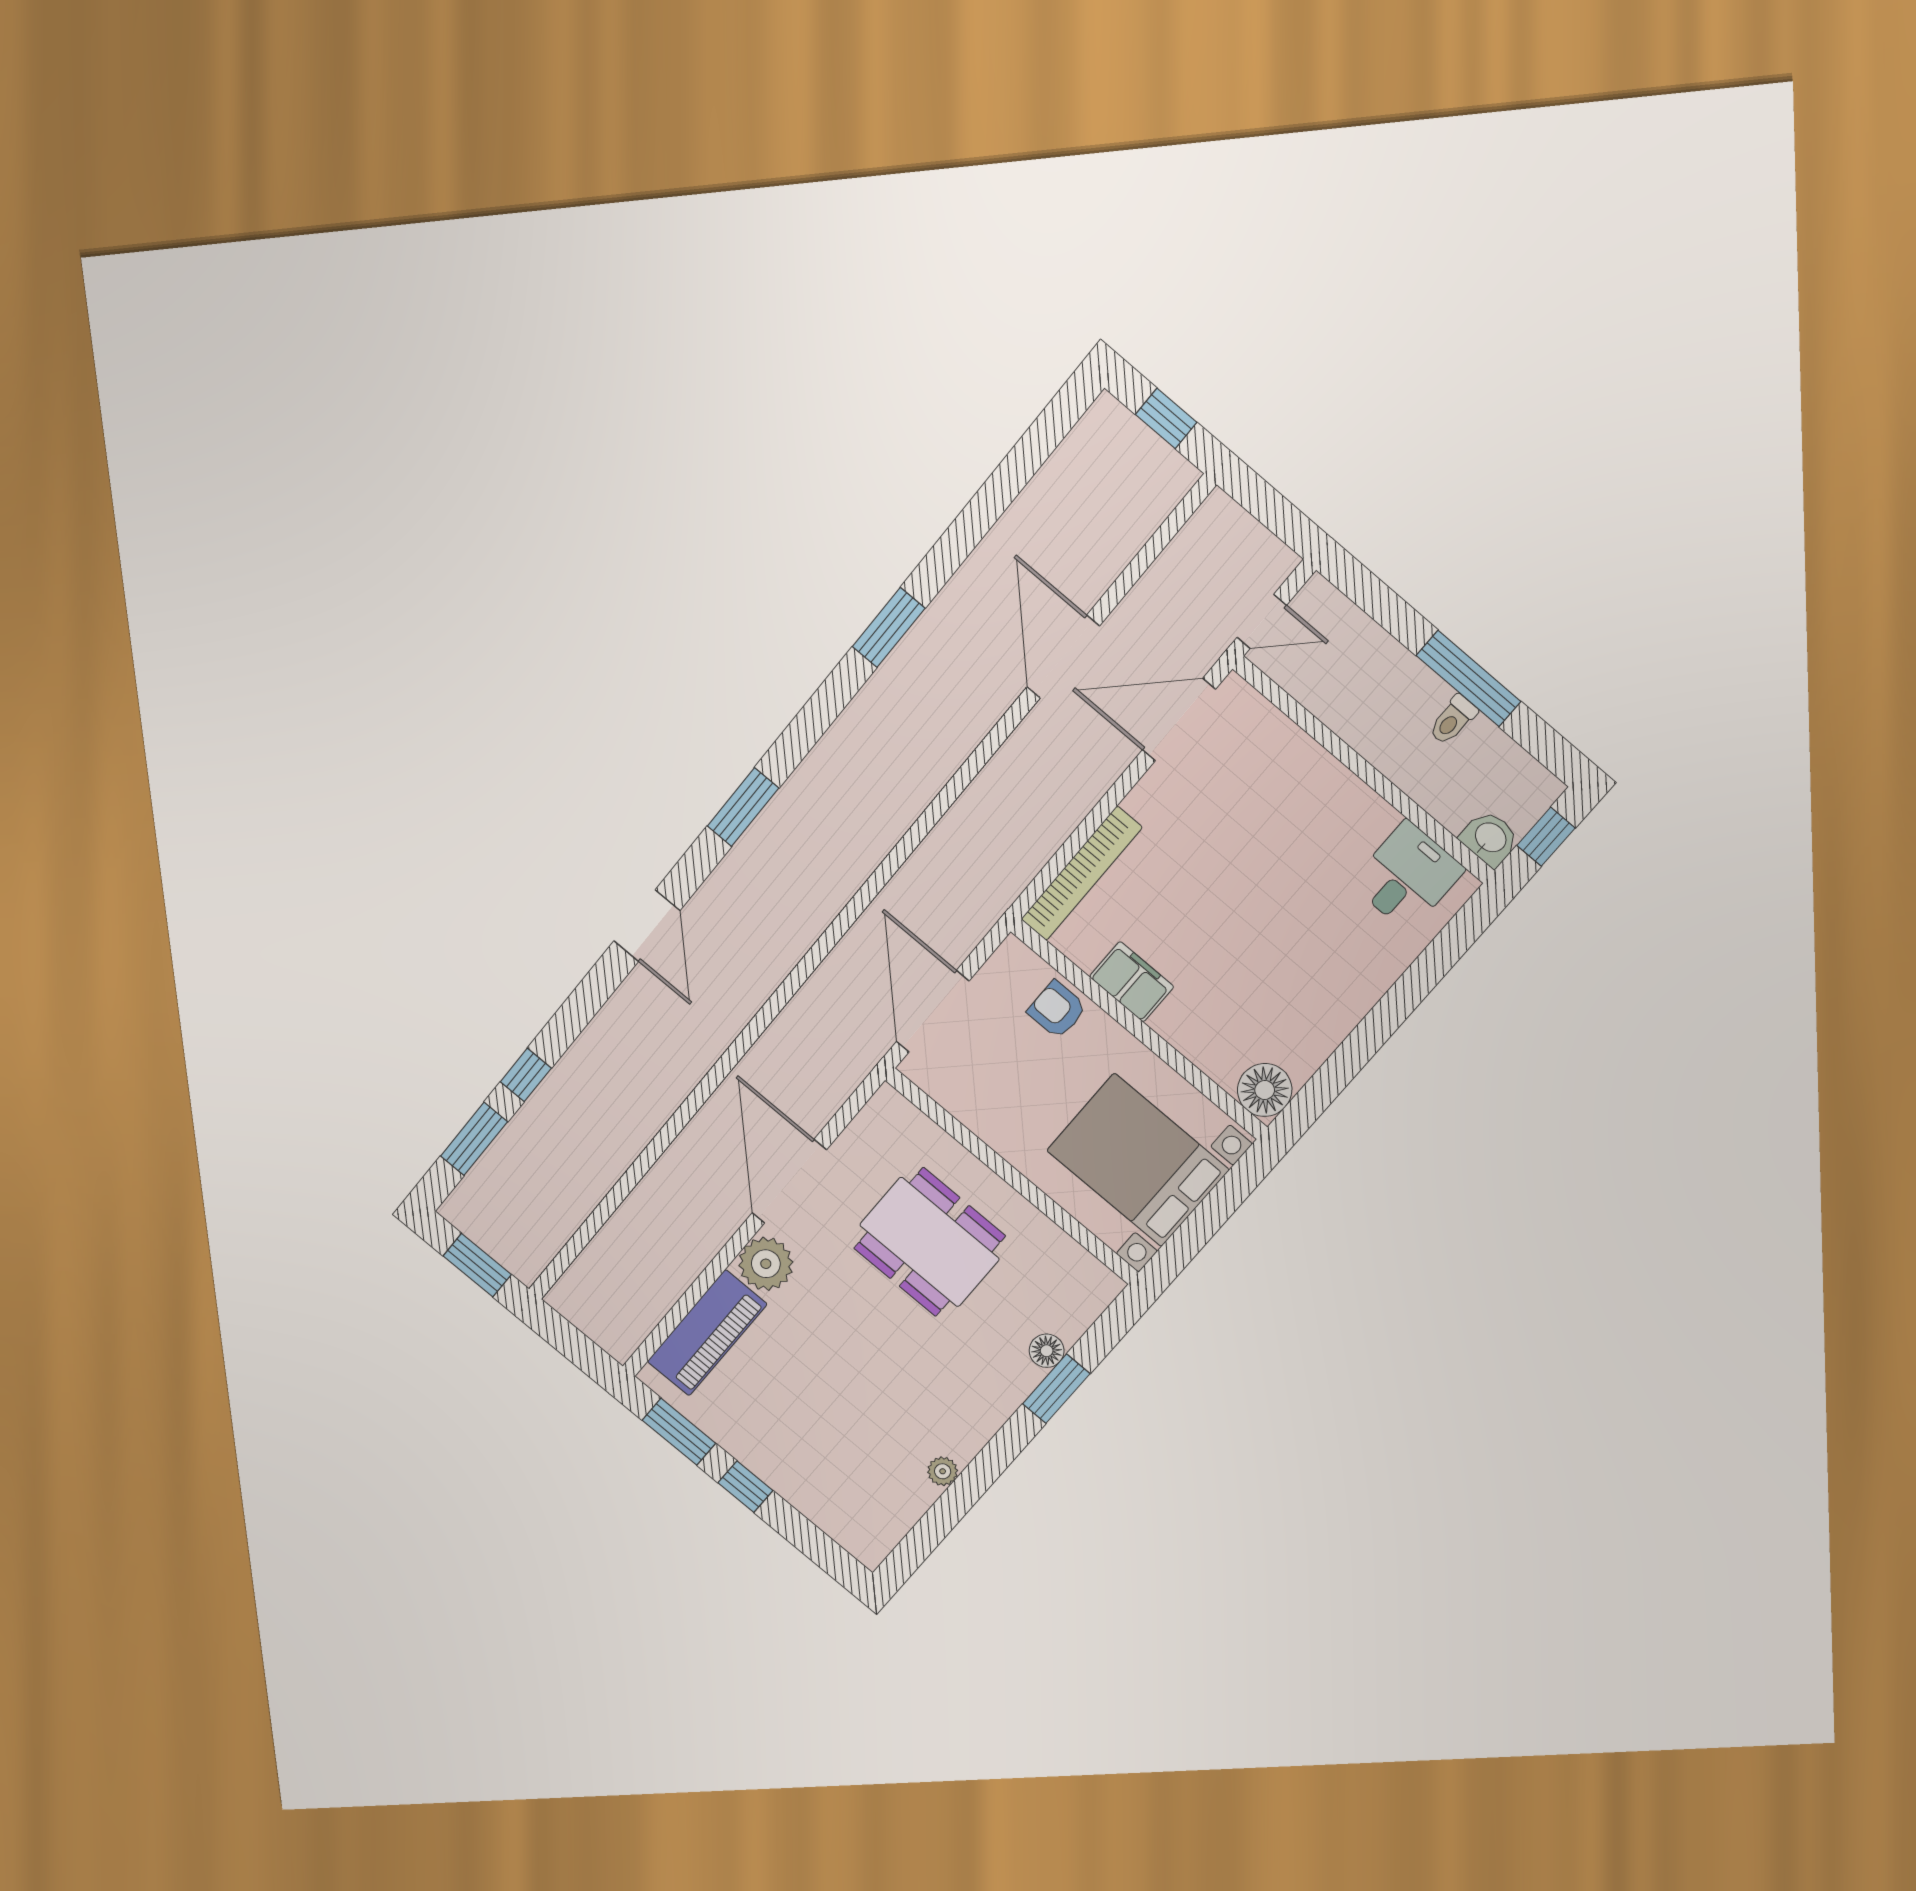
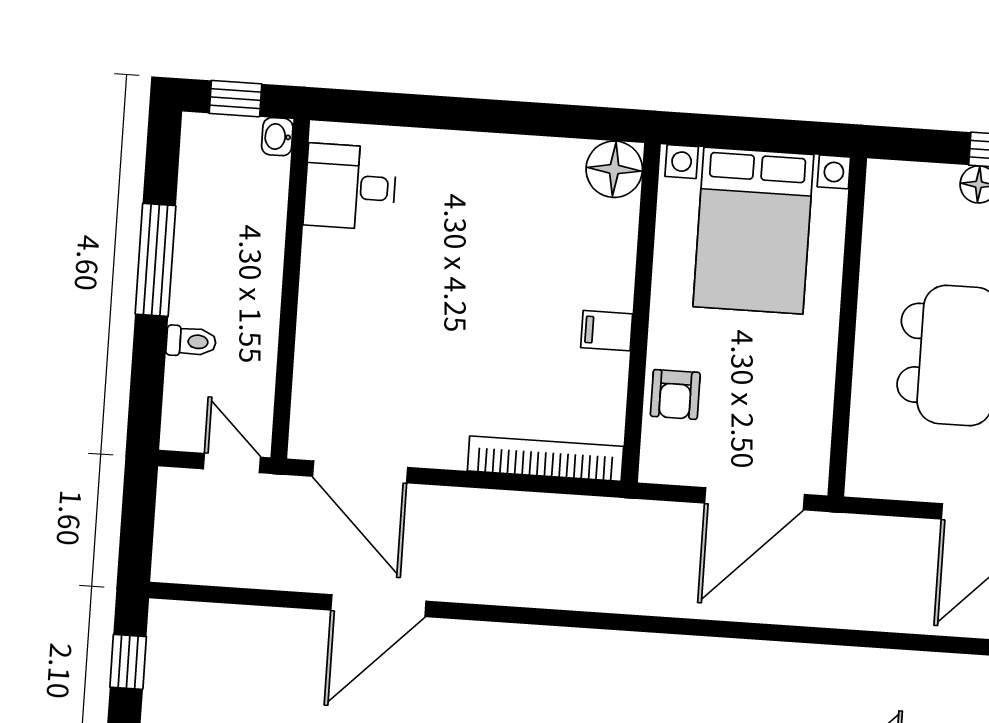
toilet: (1453, 720) -> (191, 341), moved
washbasin: (1490, 838) -> (277, 137), width x0.72, depth x0.69
filing cabinet: (1132, 982) -> (607, 331), width x0.50

